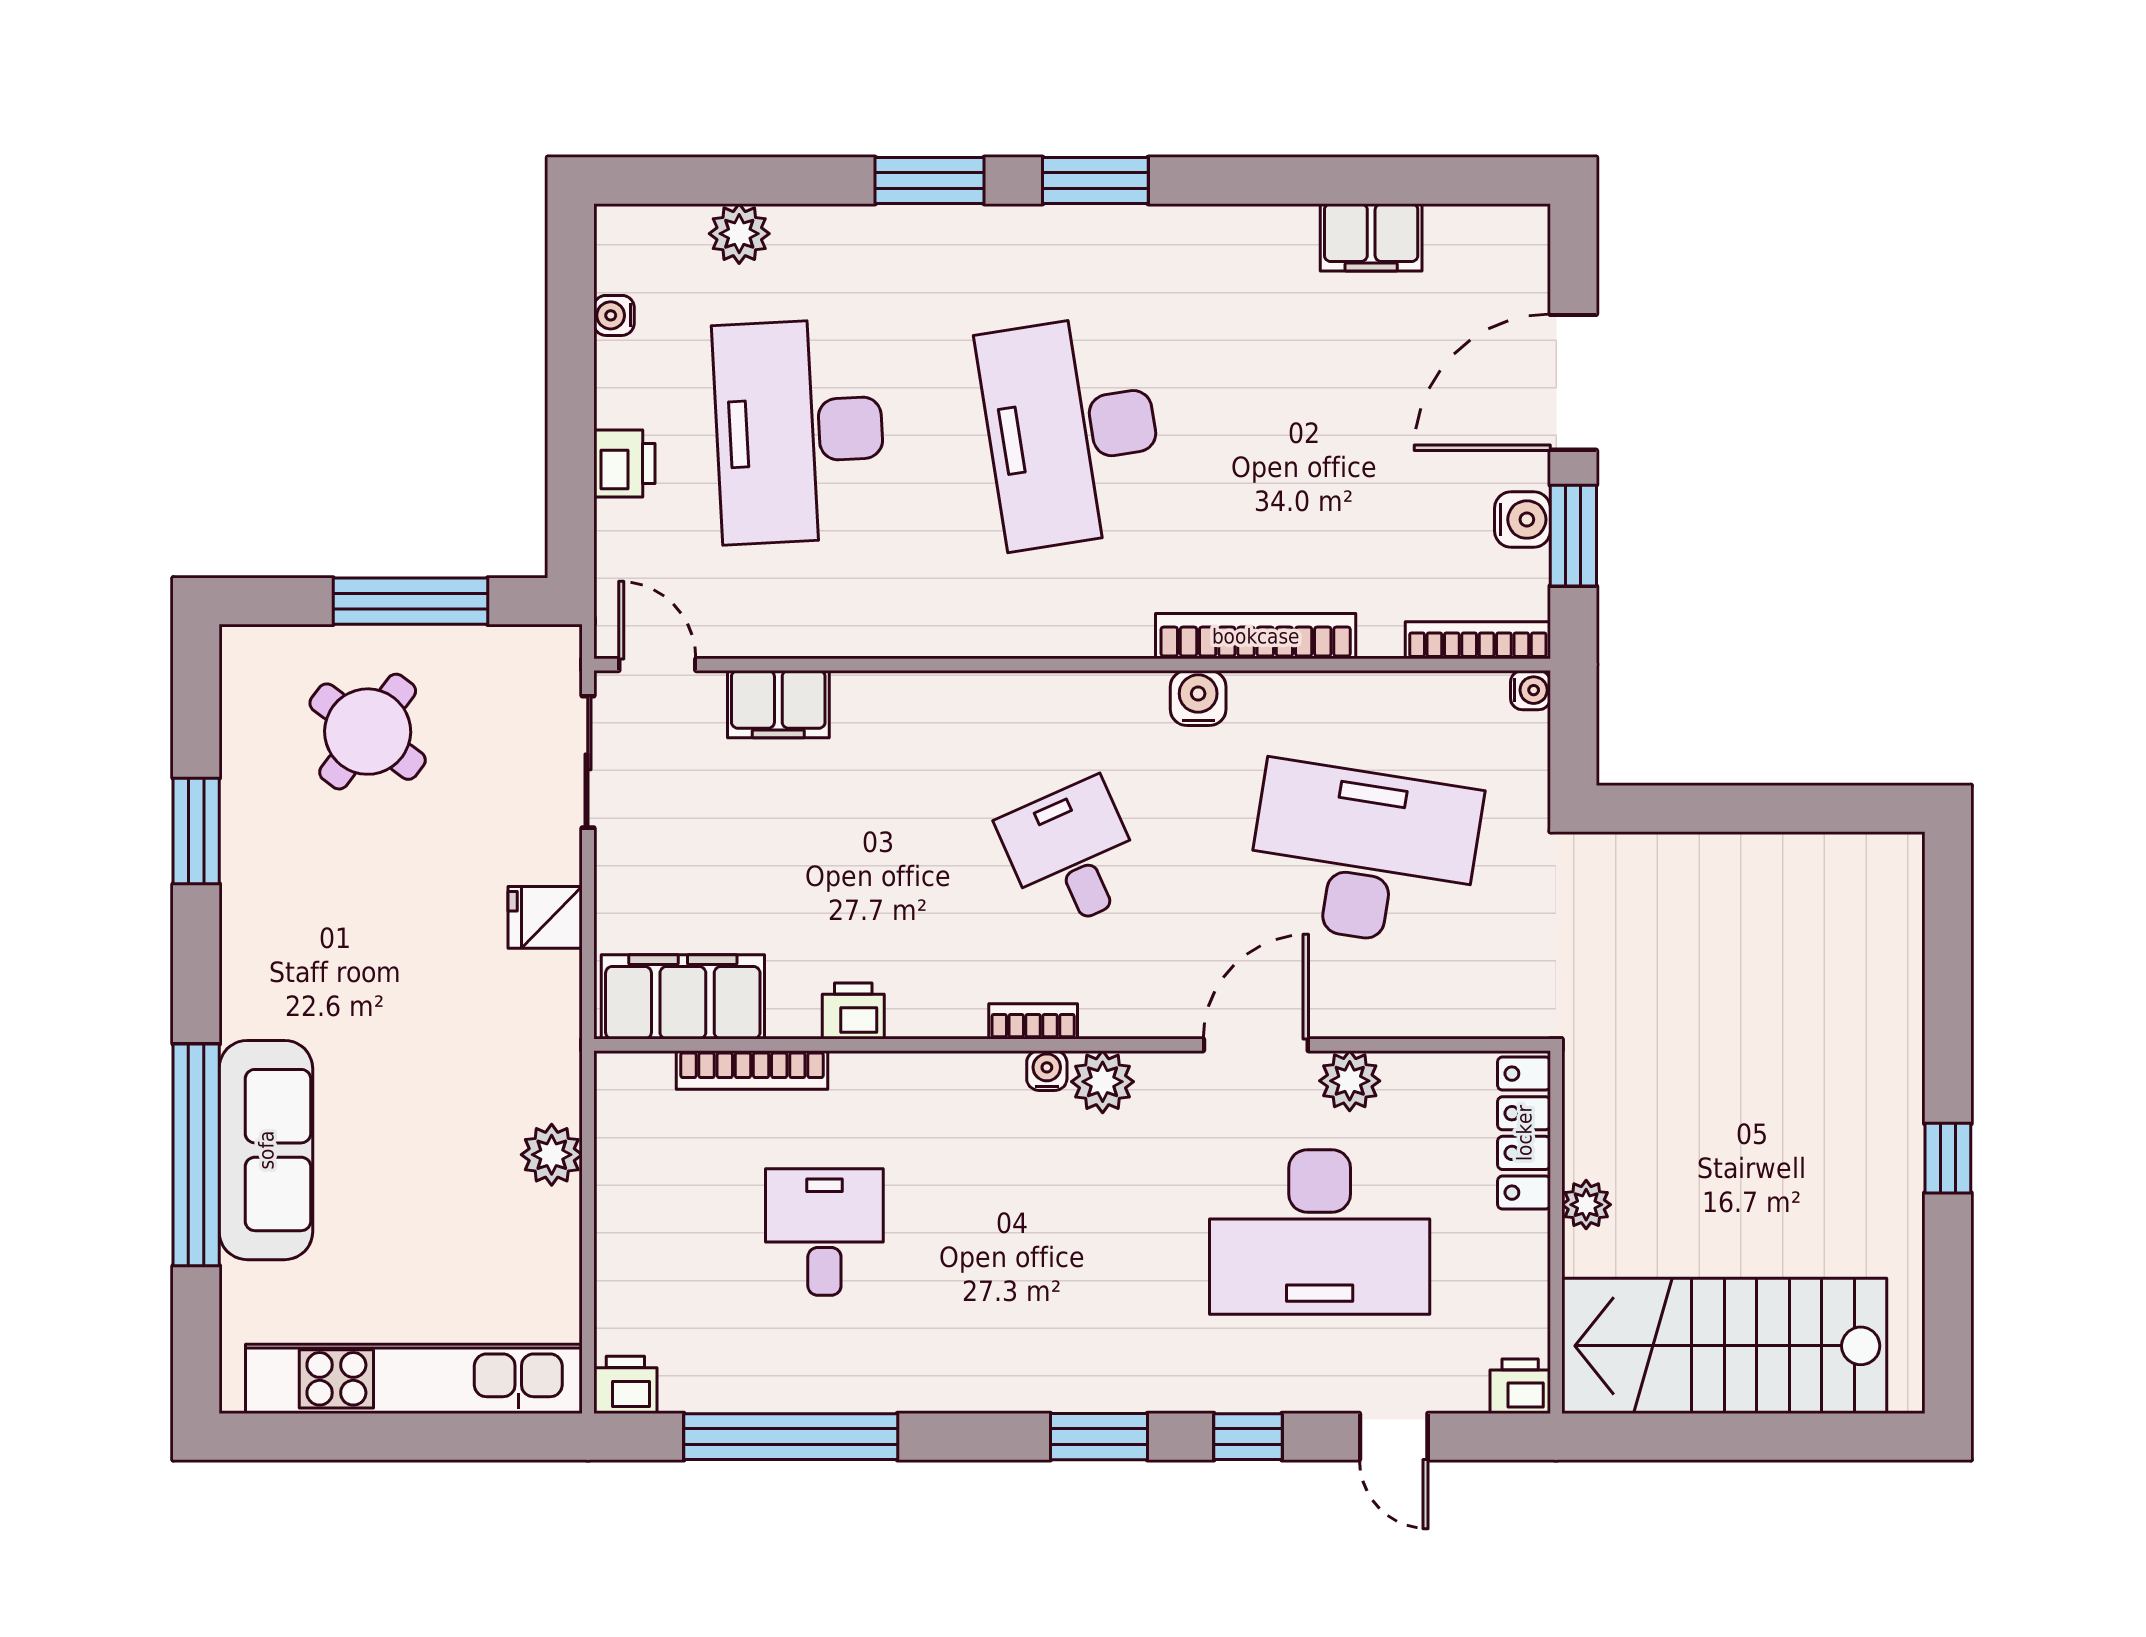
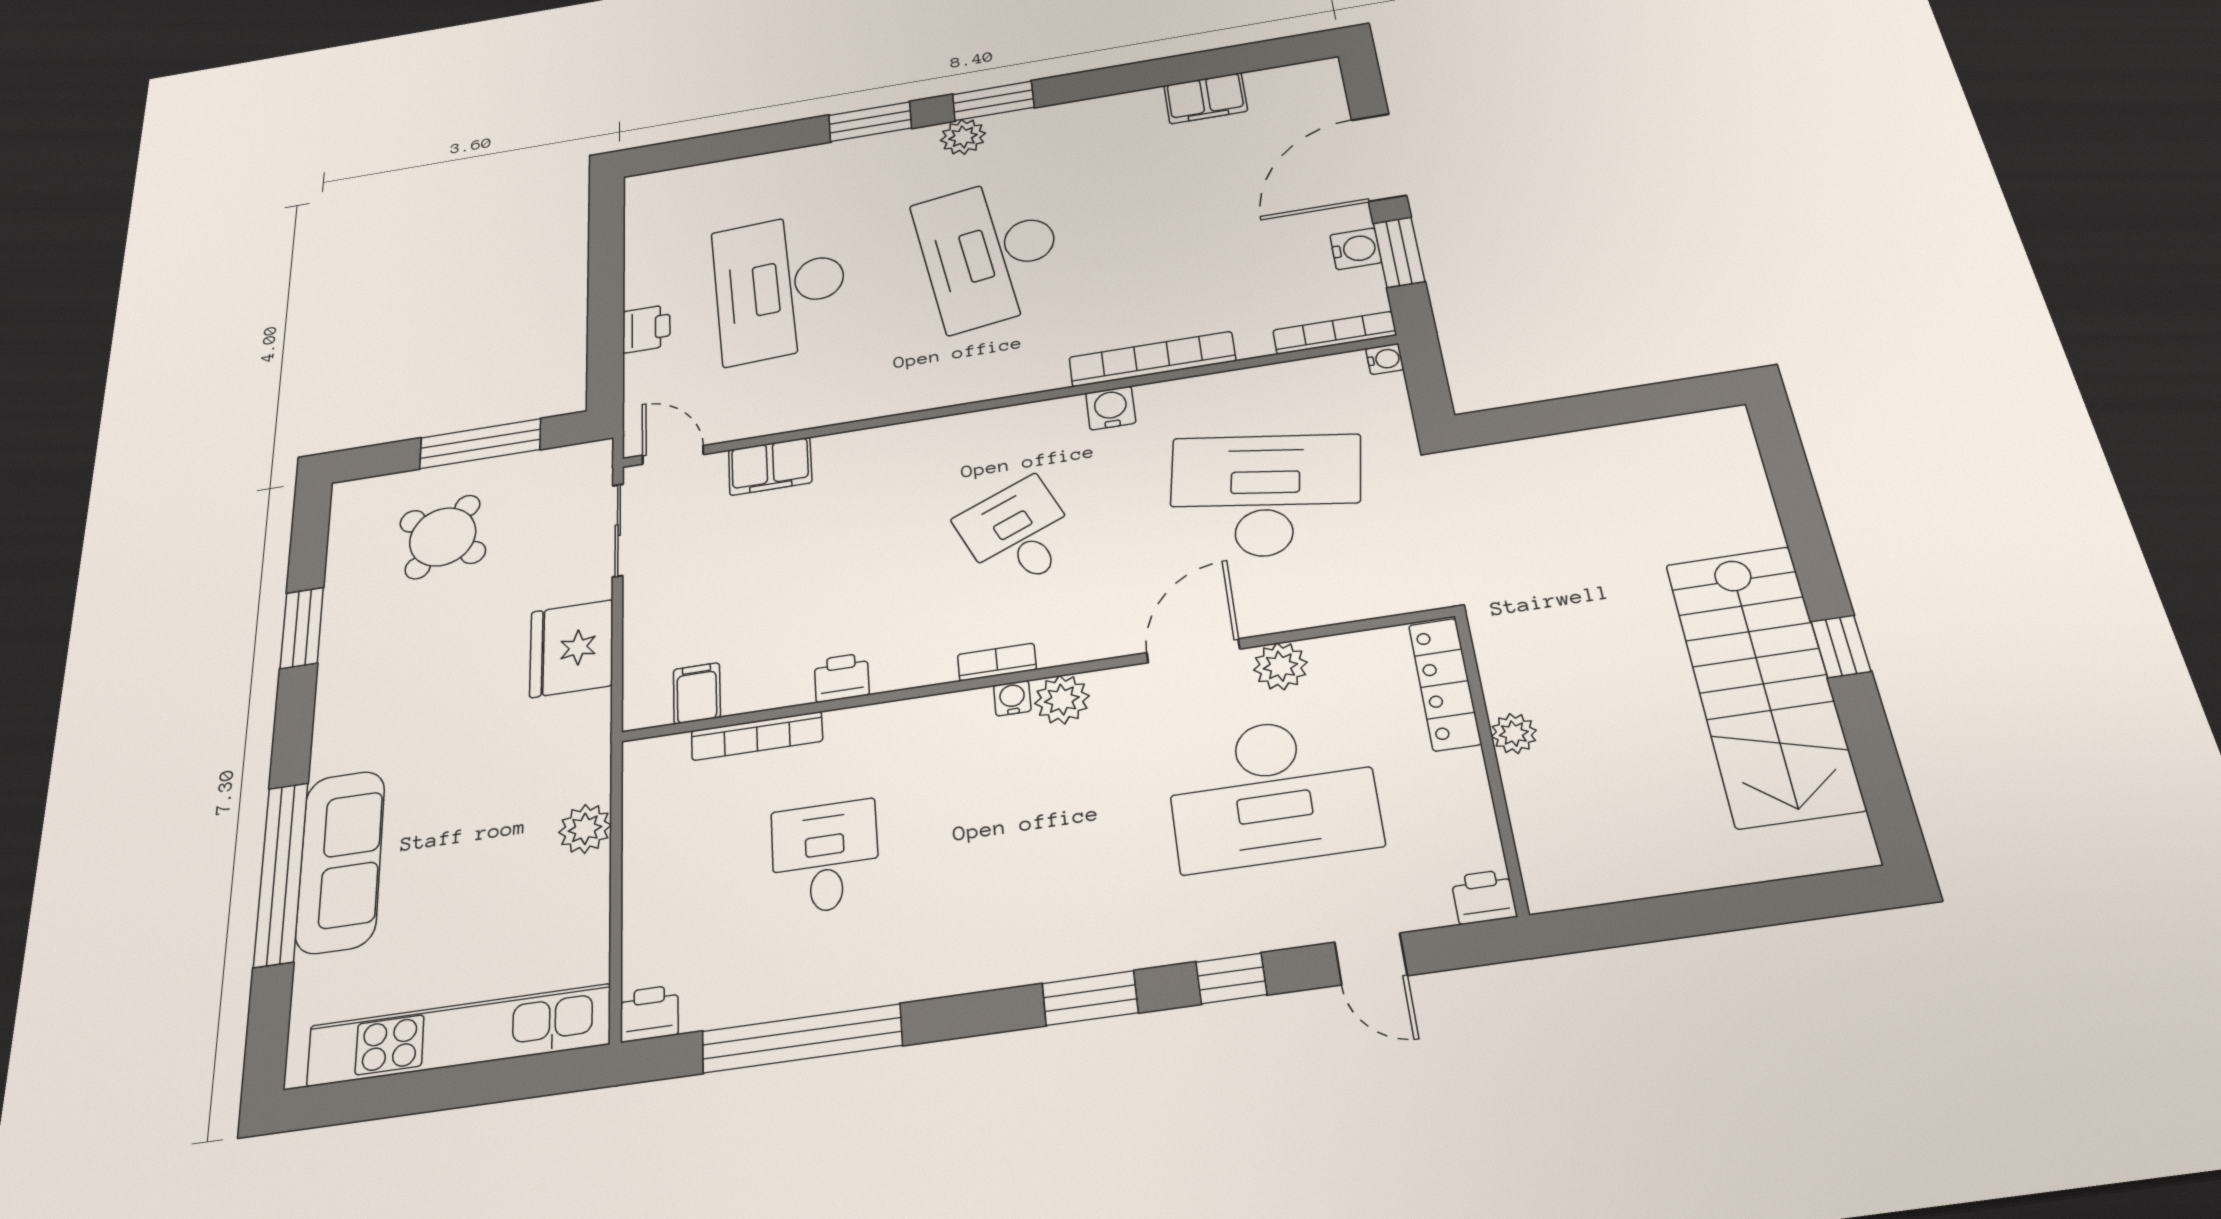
plant: (739, 234) -> (963, 137), moved
water cooler: (614, 315) -> (638, 240), removed
fridge: (545, 917) -> (571, 648), width x1.88, depth x1.34
filing cabinet: (683, 997) -> (697, 693), width x0.33, depth x0.86
stairs: (1724, 1346) -> (1763, 684), moved, turned -90

